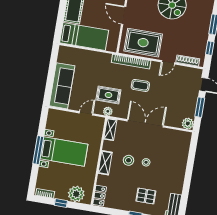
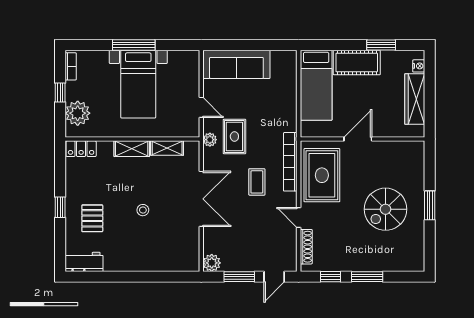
shelving: (110, 129) -> (167, 148), moved
stool: (129, 160) -> (141, 183), removed

